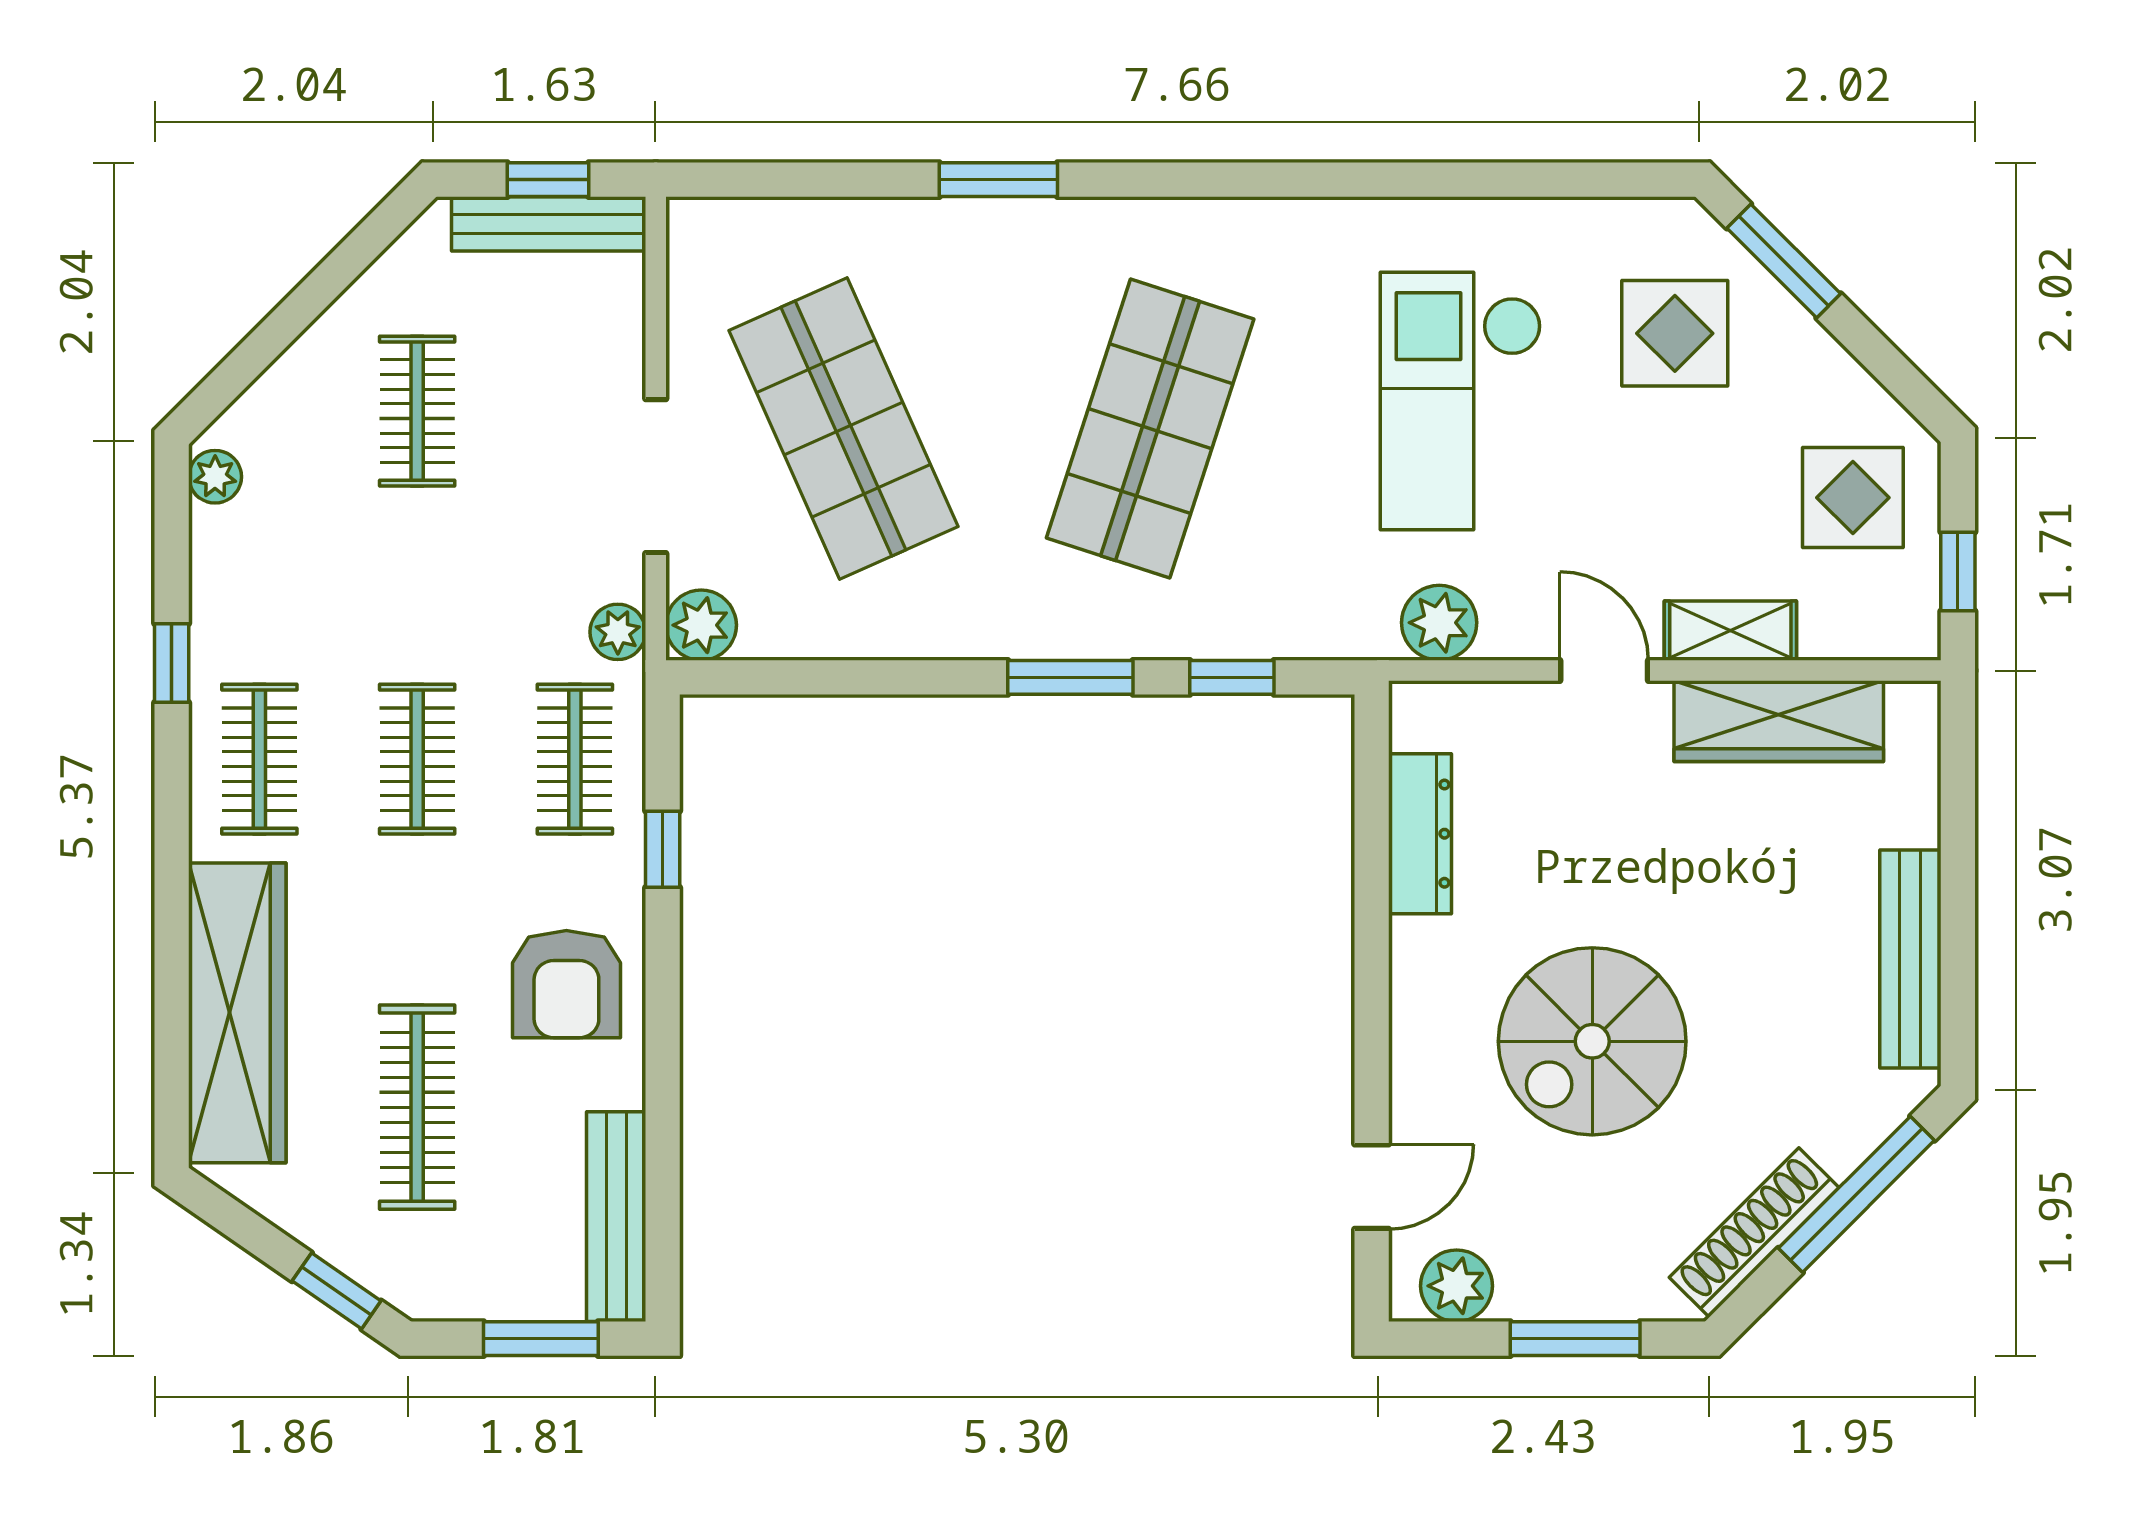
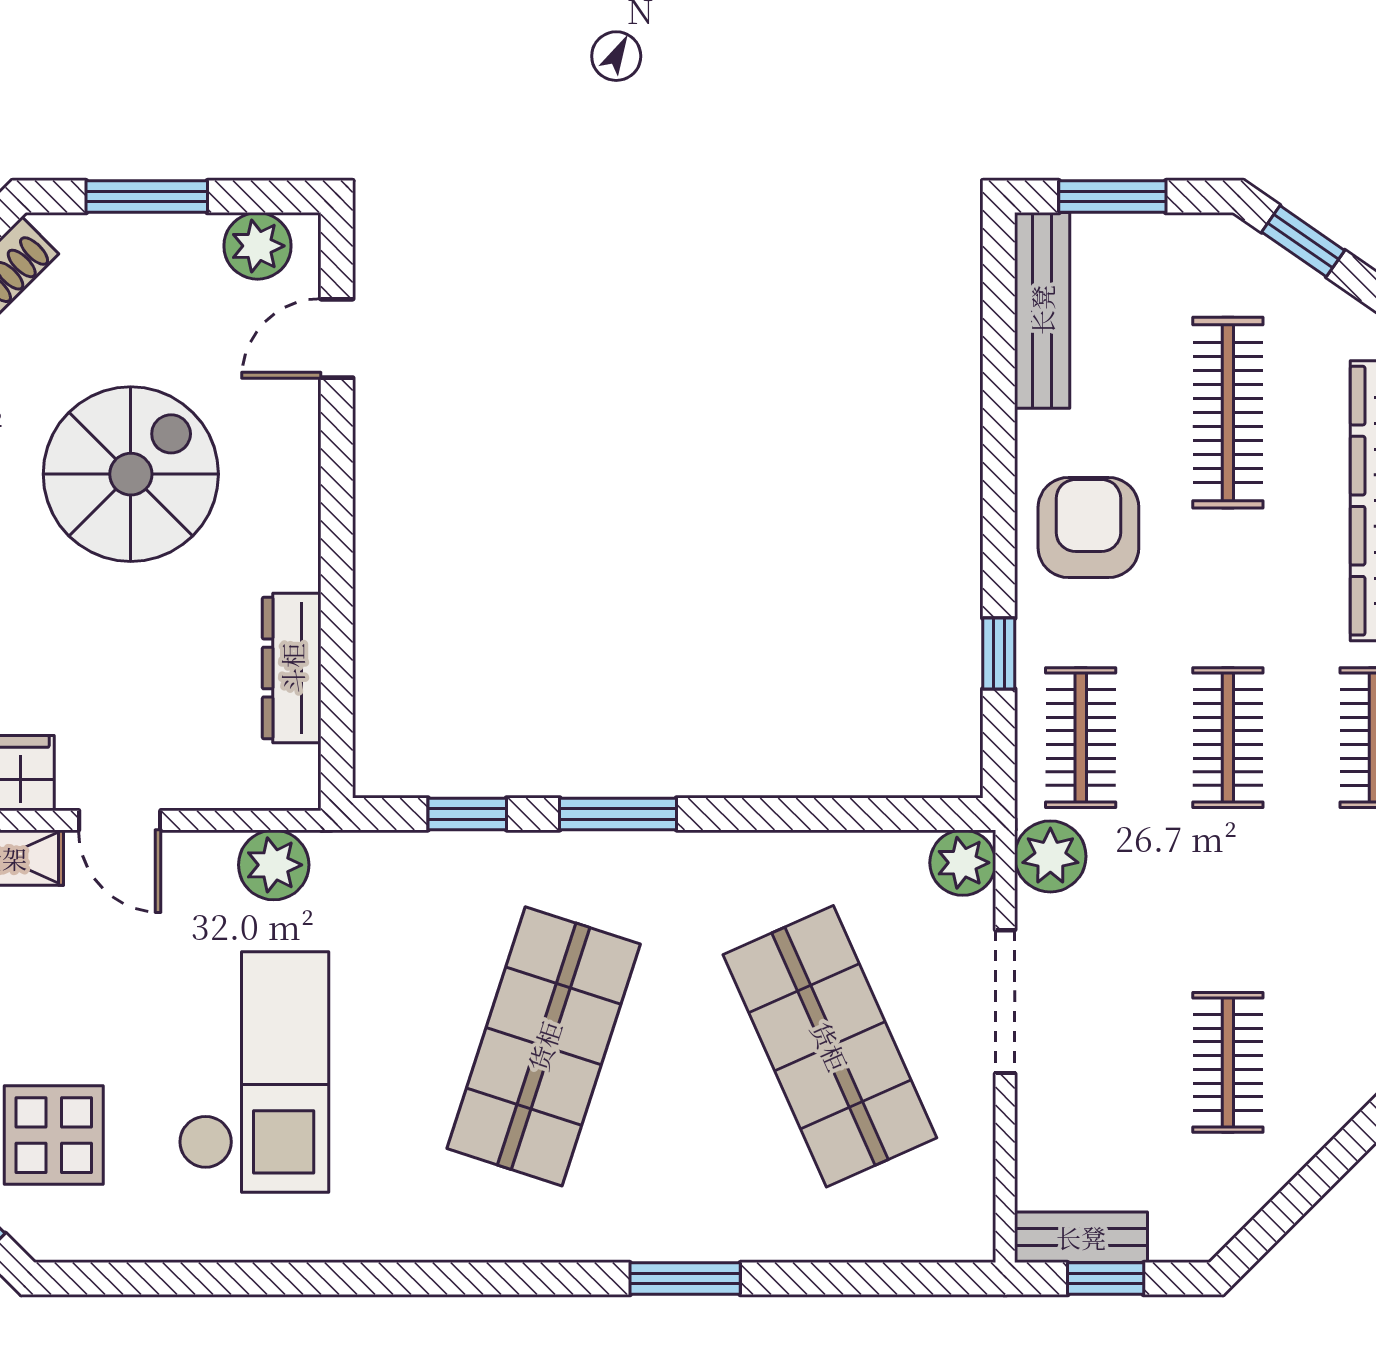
bench: (549, 224) -> (1081, 1237), width x0.73
plant: (618, 632) -> (1050, 856), width x1.38, depth x1.38

